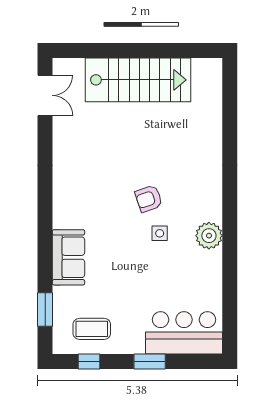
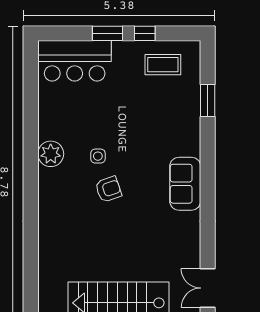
sofa: (68, 257) -> (185, 184), moved
window: (45, 310) -> (208, 101), moved
window: (89, 362) -> (145, 33), moved

